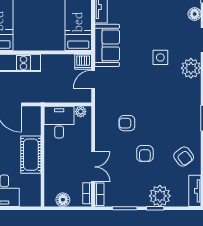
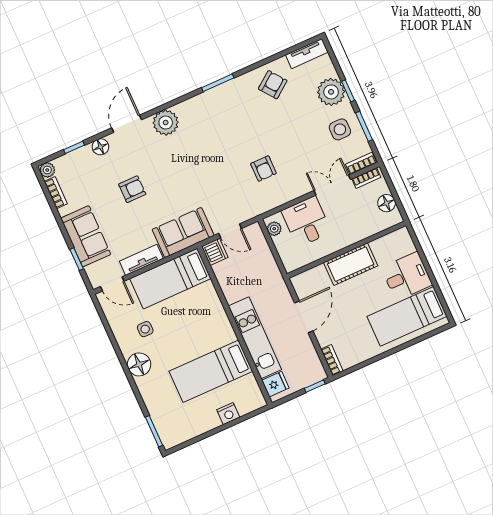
side table: (160, 57) -> (340, 129), moved
desk: (59, 122) -> (306, 222), moved, turned 90
armchair: (145, 154) -> (132, 189), moved

